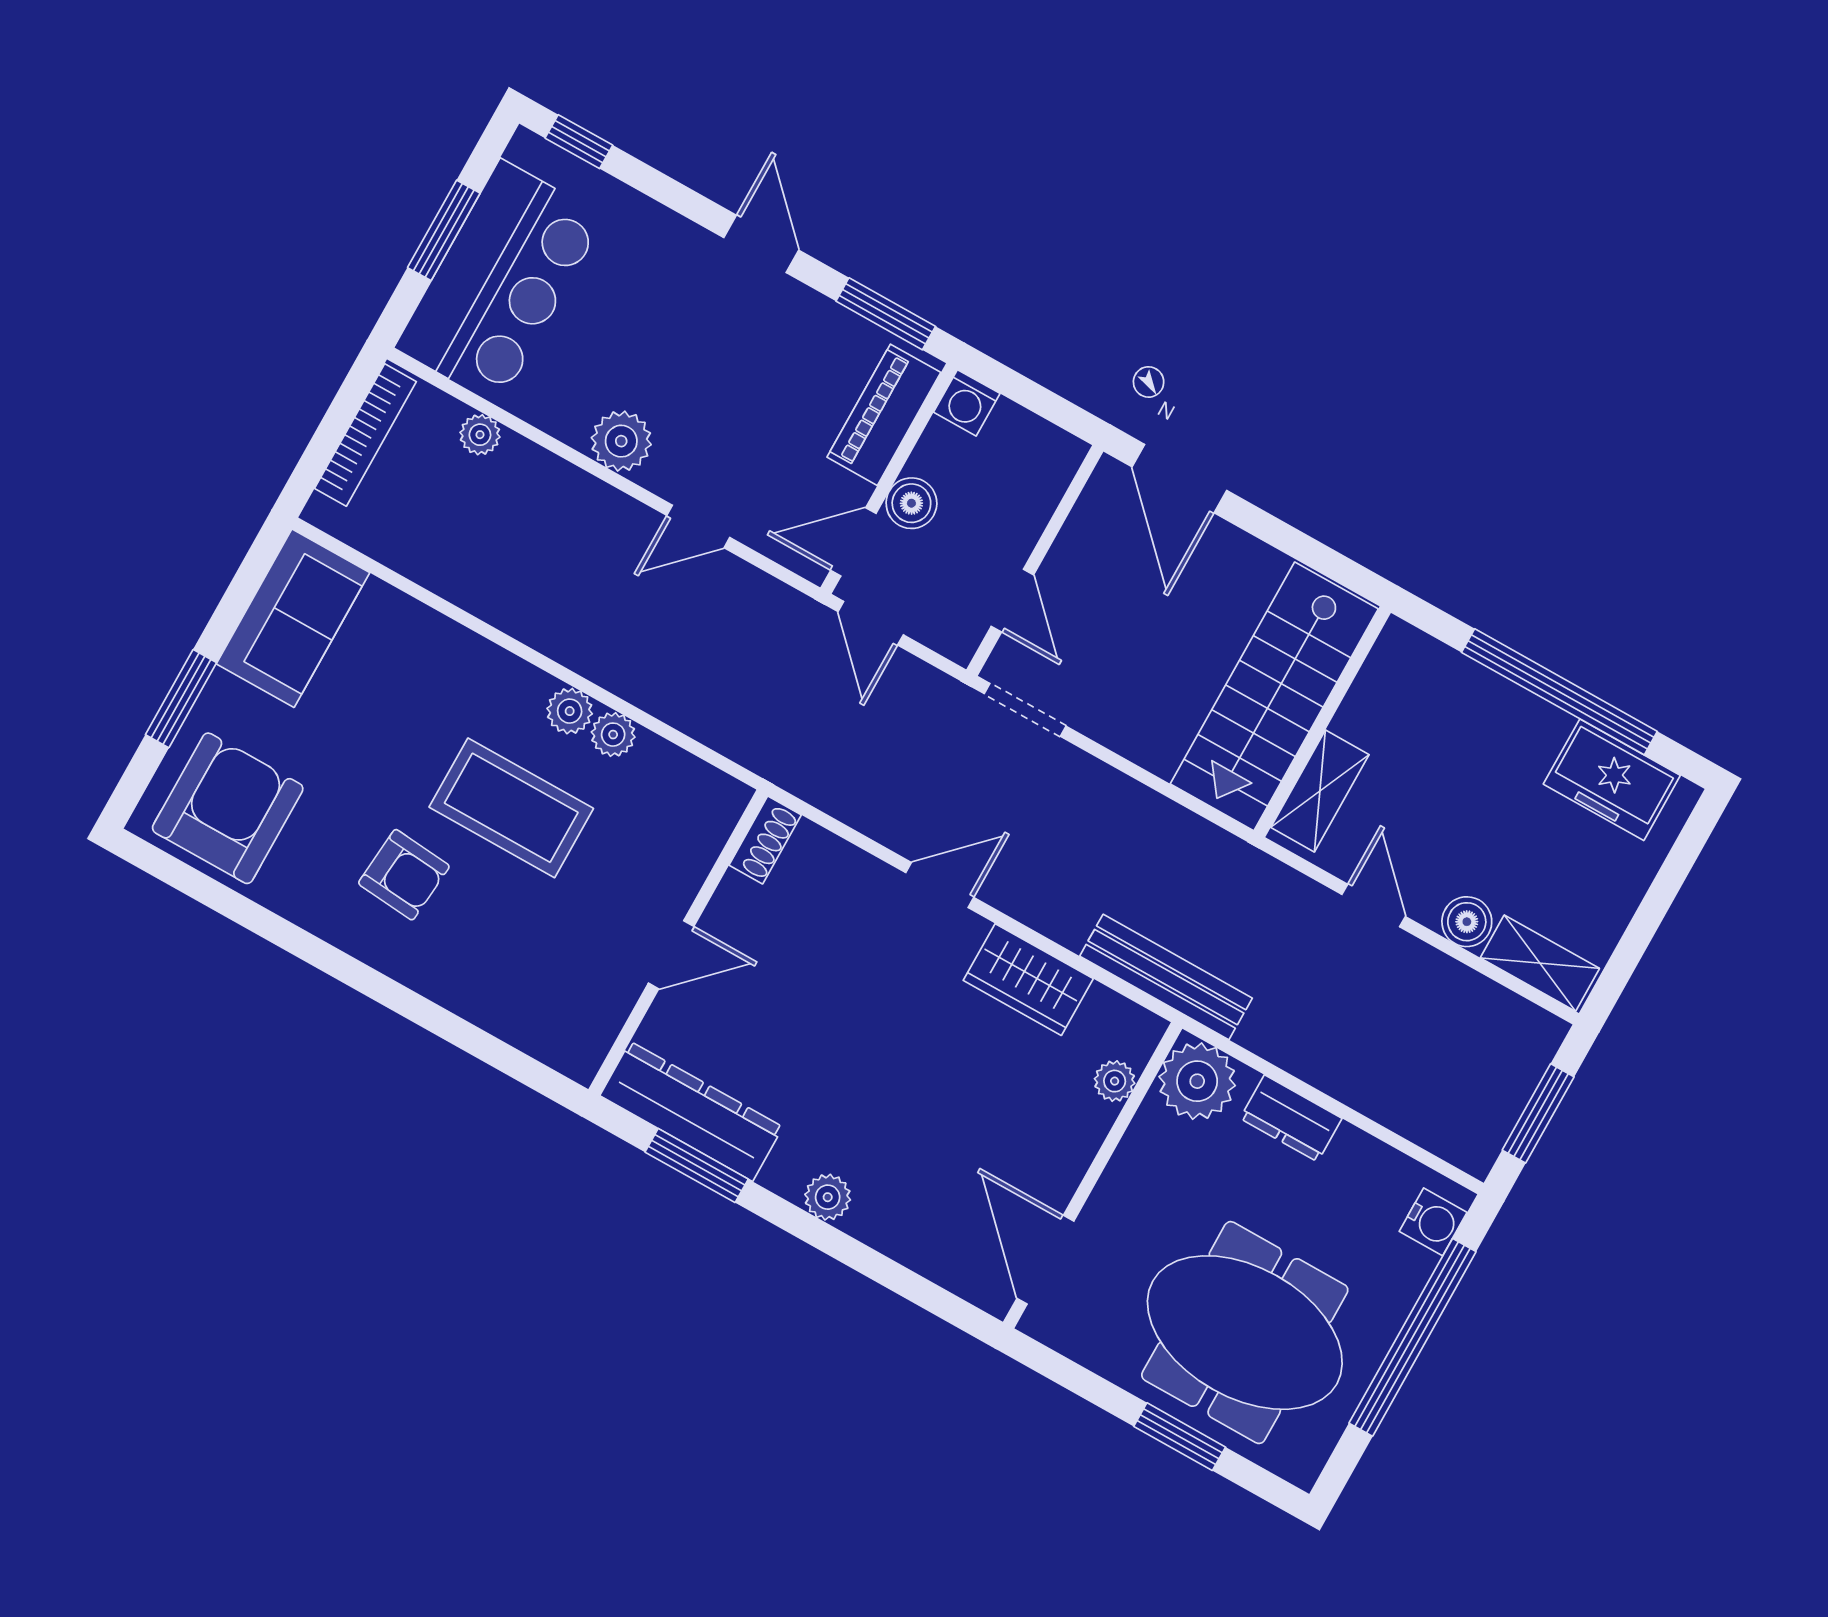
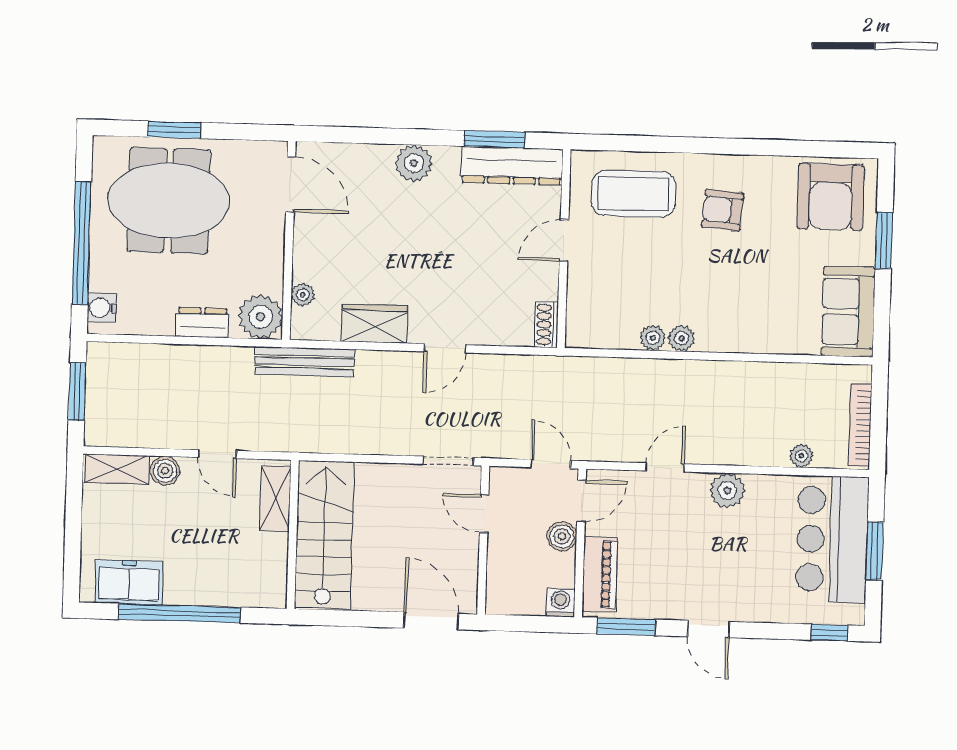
coffee table: (511, 808) -> (634, 194), moved
plant: (828, 1197) -> (414, 163), width x1.38, depth x1.38

